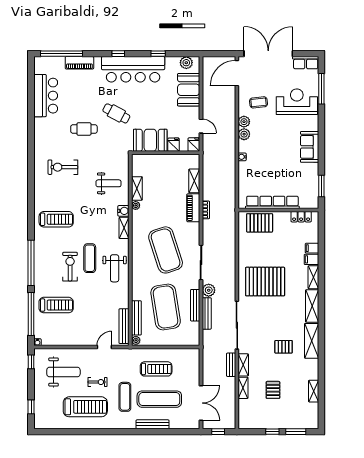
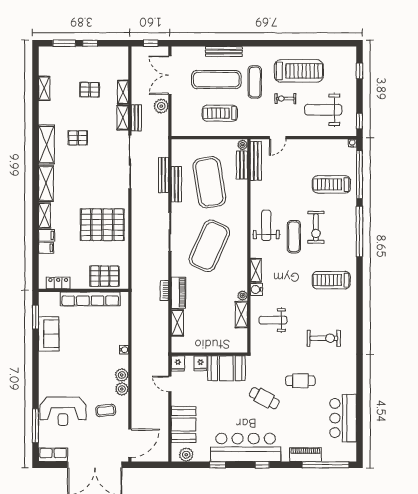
sofa: (310, 147) -> (49, 334), moved
exercise mat: (166, 250) -> (209, 246), turned 42
pallet: (265, 282) -> (102, 225), moved
plant: (209, 290) -> (161, 106), moved
bench: (136, 318) -> (242, 165), width x0.73
pallet: (273, 390) -> (90, 90), turned 90
treadmill: (85, 407) -> (299, 71), turned 180

